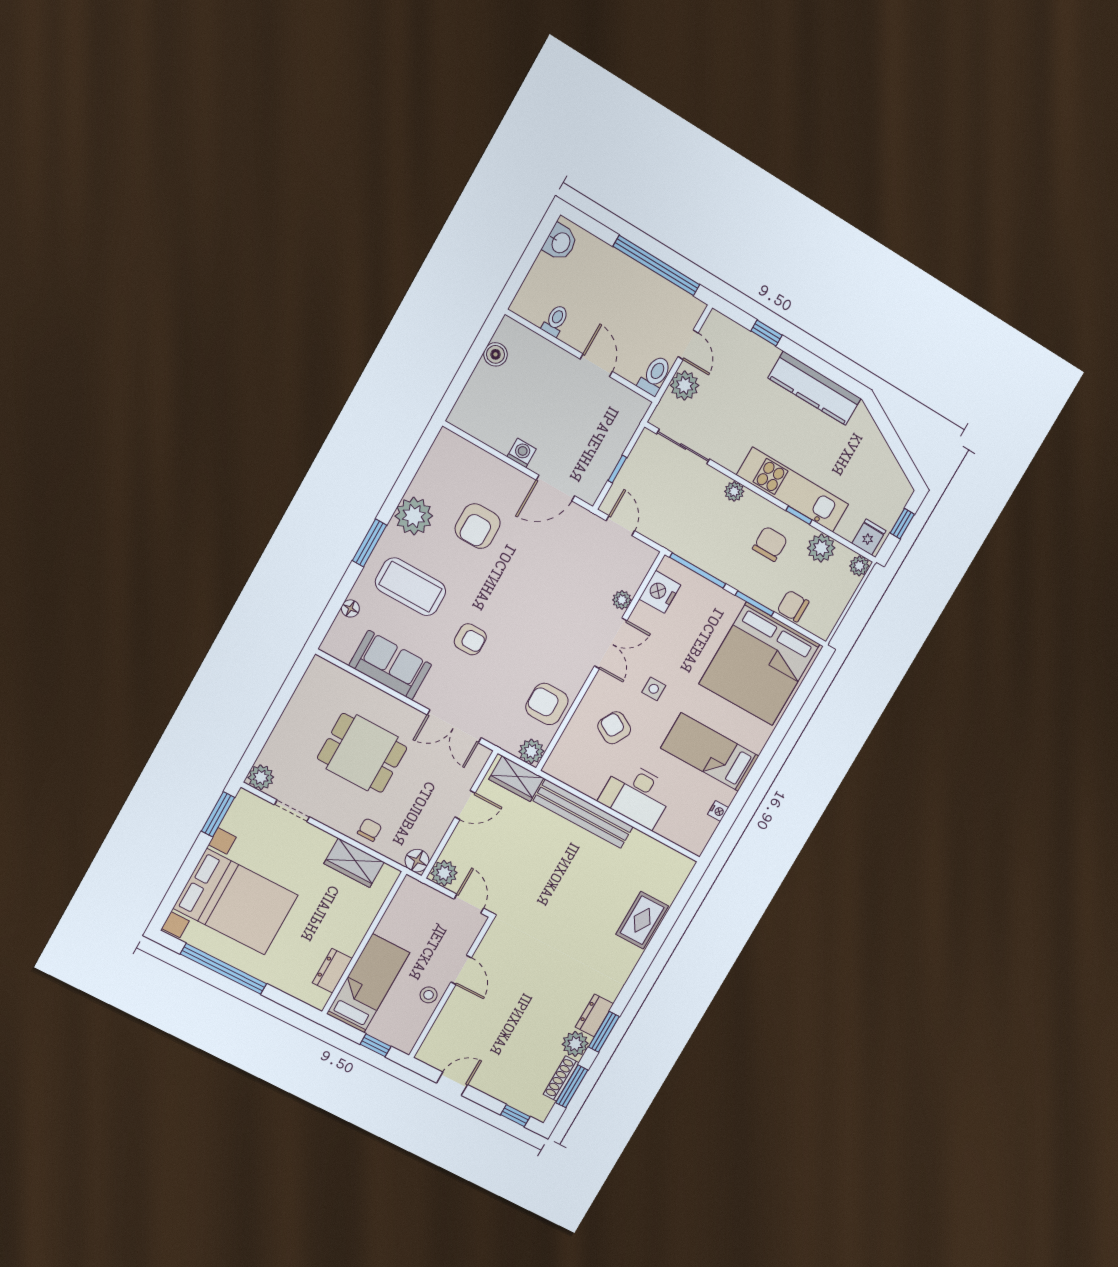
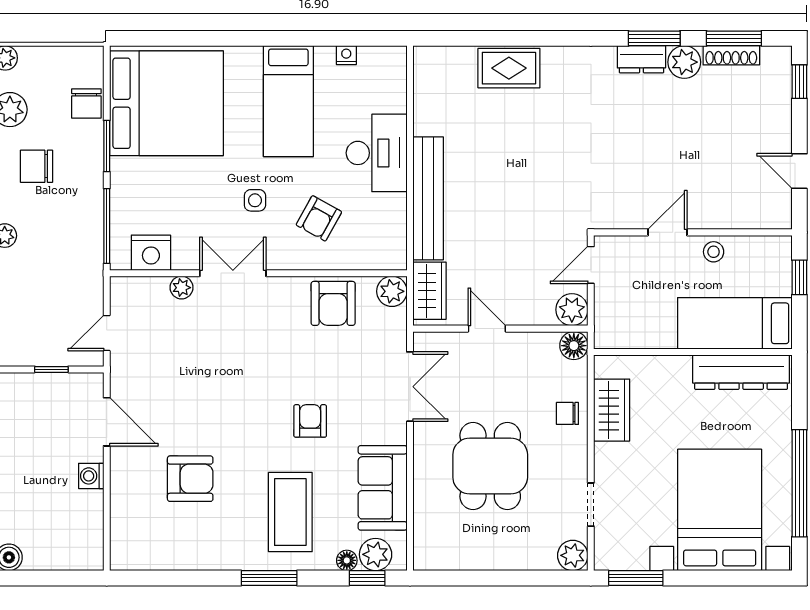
plant: (414, 516) -> (376, 554), moved, width x0.73, depth x0.73
window: (329, 616) -> (367, 578), added
dresser: (332, 971) -> (741, 372), width x1.96, depth x1.24

